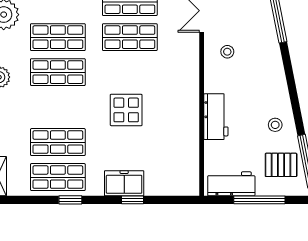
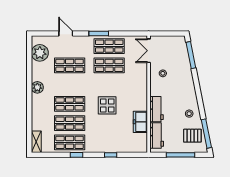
shop shelf: (58, 72) -> (70, 104), moved
freezer: (124, 183) -> (140, 122), moved, turned -90
workbench: (231, 184) -> (157, 136), moved, turned 90

